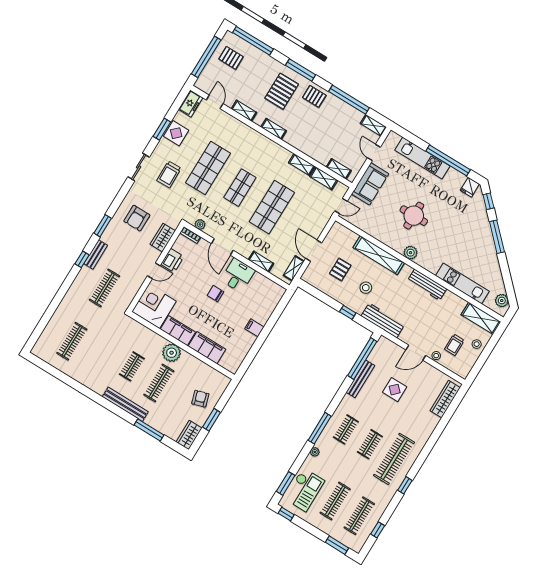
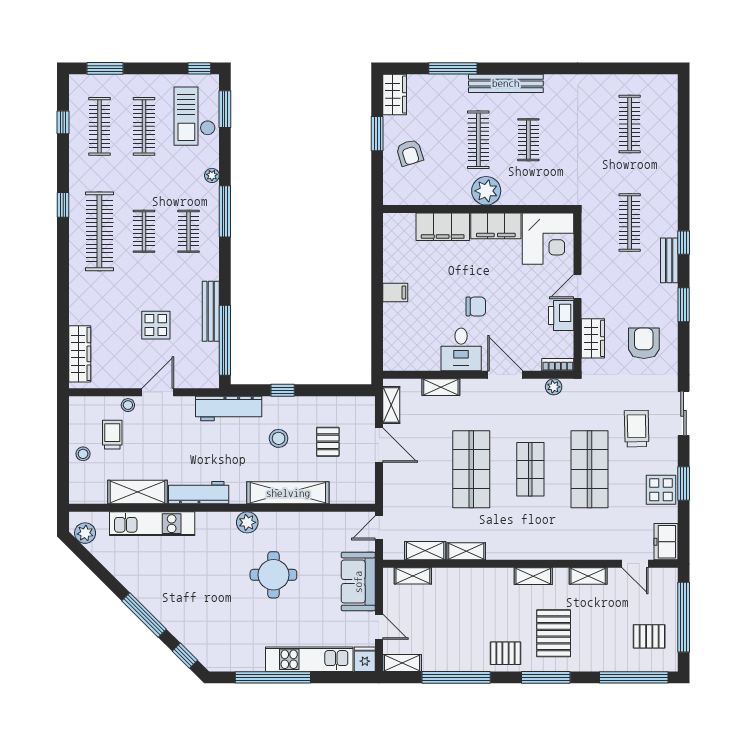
fridge: (470, 187) -> (365, 659), moved
shelving: (481, 318) -> (137, 492), moved

